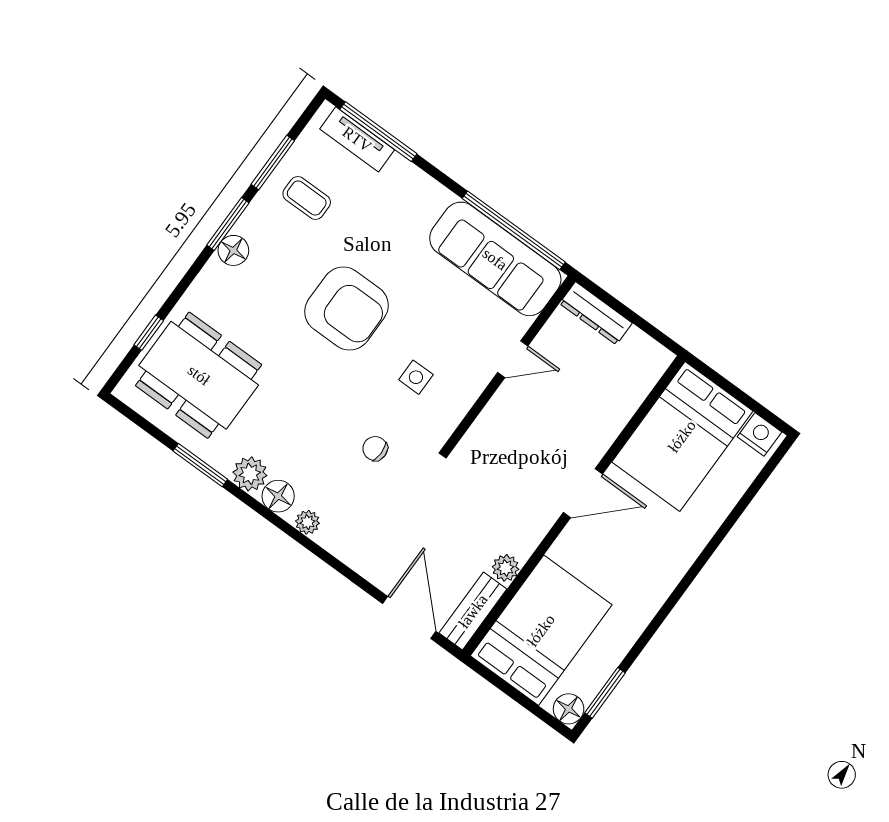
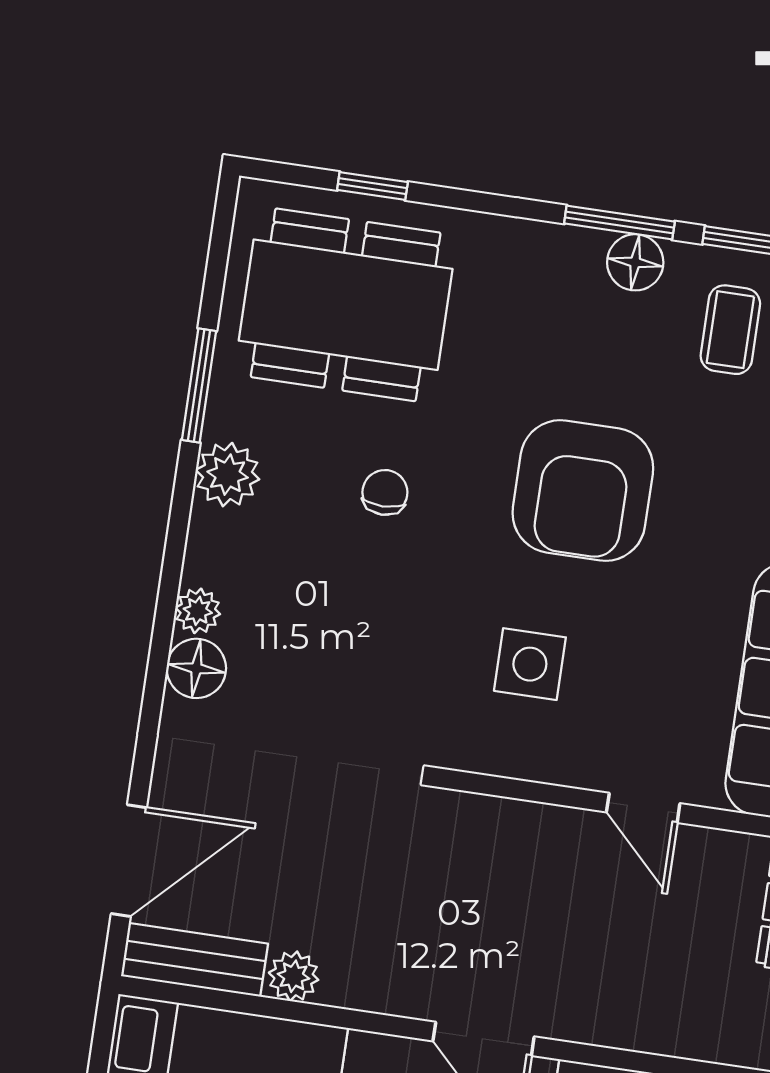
floor lamp: (233, 250) -> (635, 262), moved
dining table: (199, 375) -> (346, 305), turned 90
side table: (416, 377) -> (530, 664), width x1.37, depth x1.37
chair: (375, 449) -> (385, 492), moved
floor lamp: (278, 496) -> (196, 668), moved

